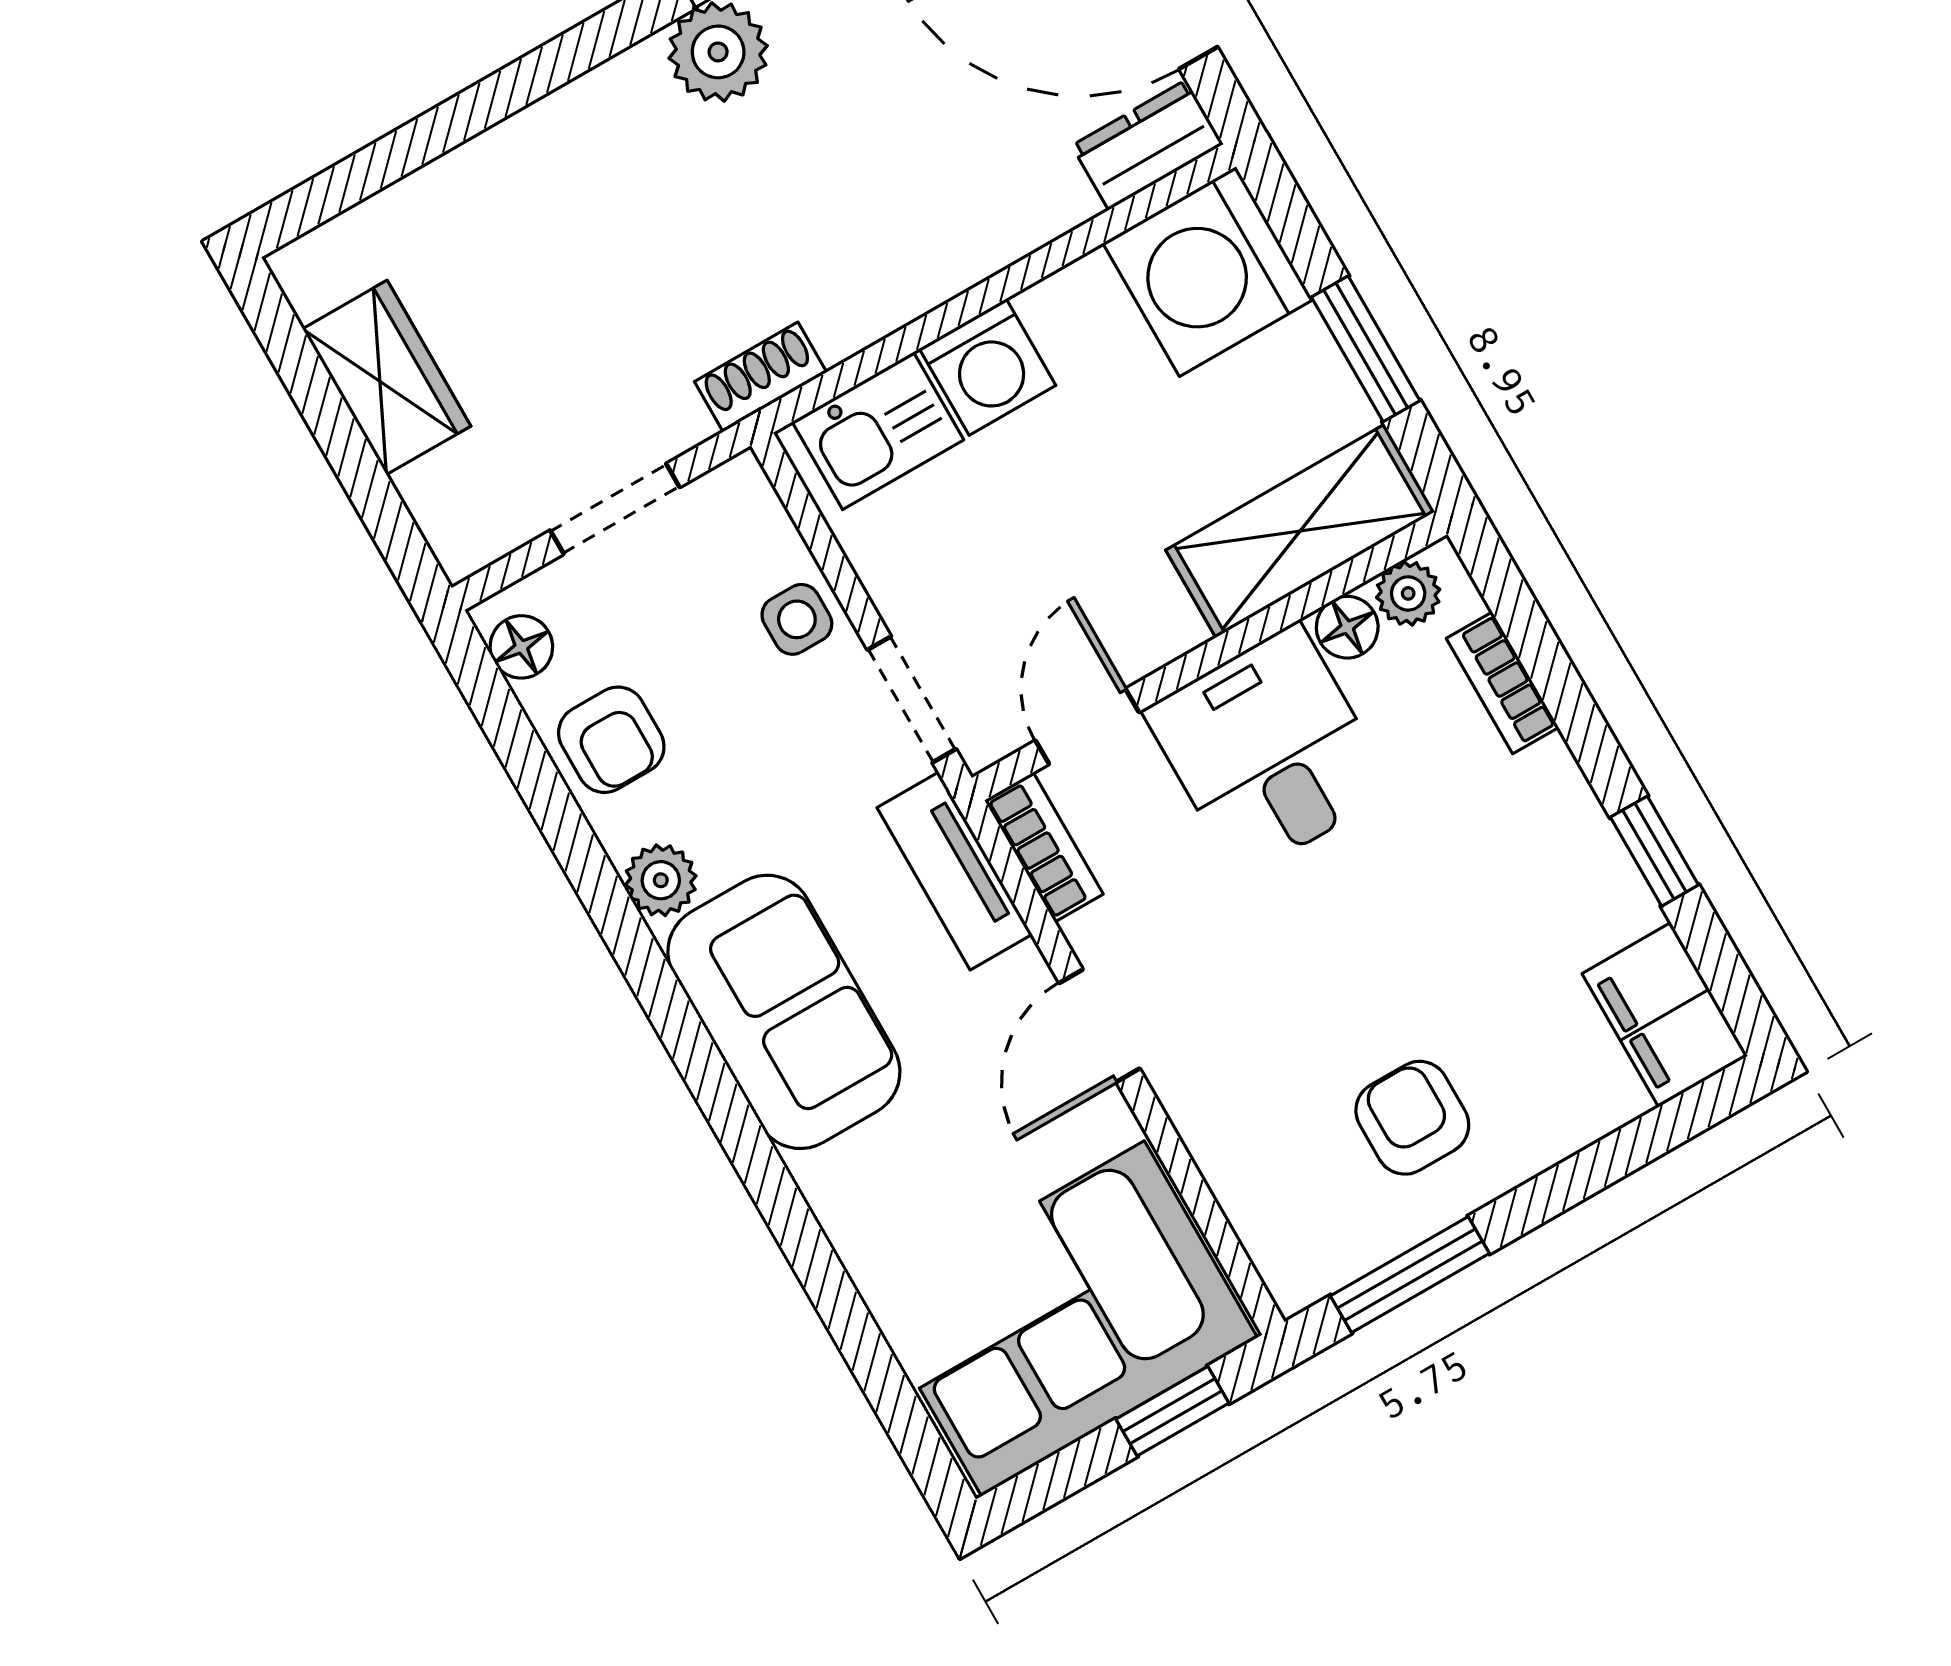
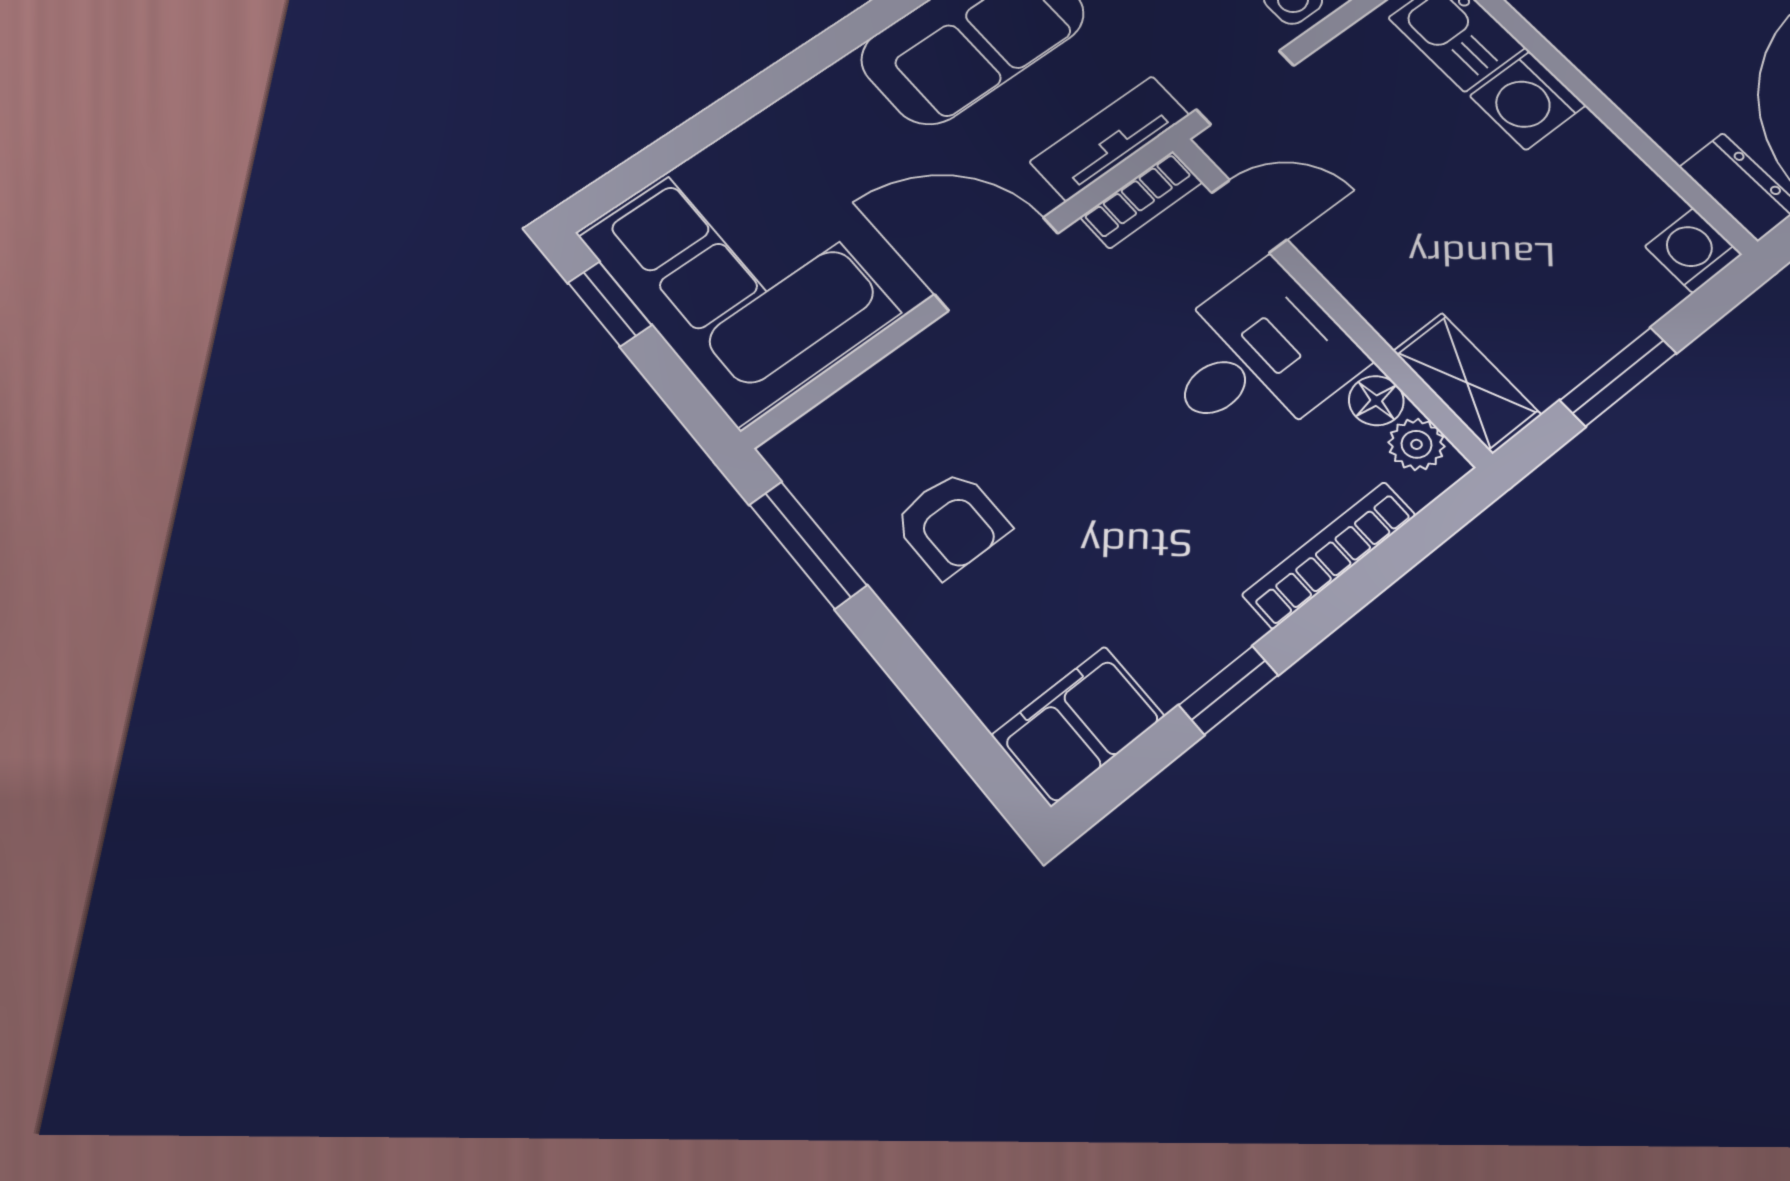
washing machine: (1208, 271) -> (1693, 250), width x0.53, depth x0.53
shelving: (1300, 531) -> (1467, 383), width x0.67, depth x0.75
bookcase: (1502, 683) -> (1329, 555), width x1.56
door: (1099, 1026) -> (996, 264), width x1.38
armchair: (1412, 1118) -> (951, 524), turned 90
window: (1172, 1411) -> (610, 304), moved

